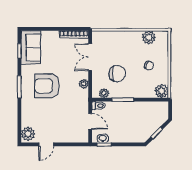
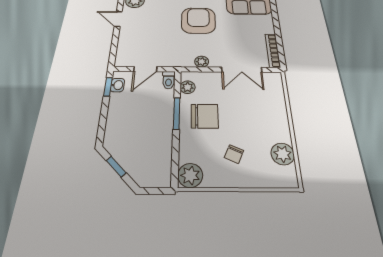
double door: (90, 57) -> (242, 70), swing flipped
chair: (117, 74) -> (205, 116), moved, turned -90

